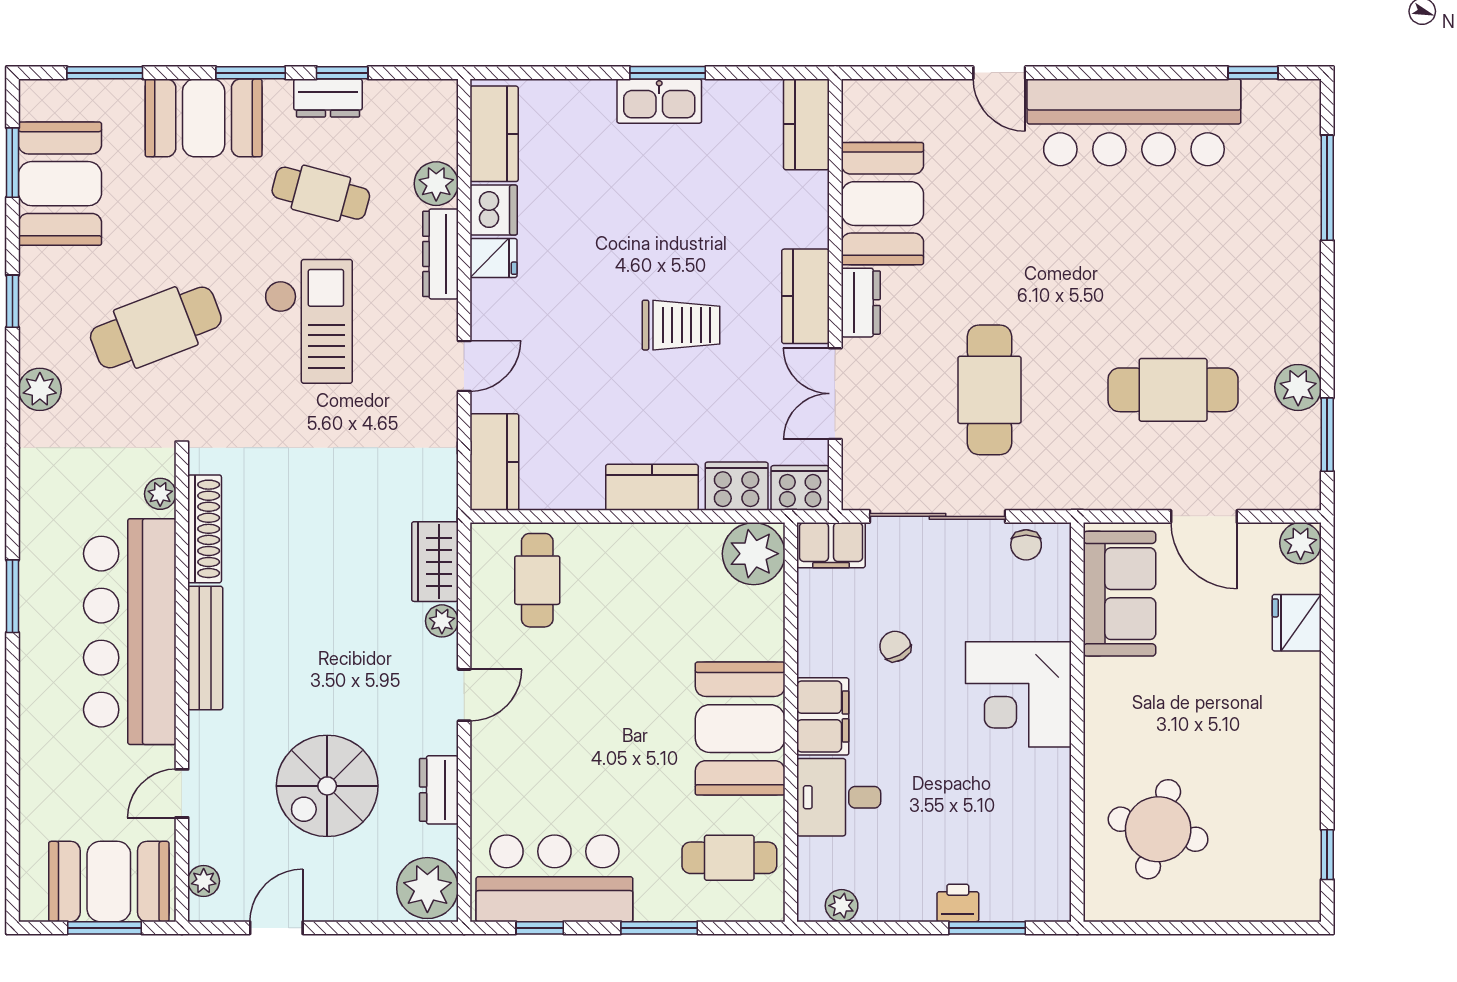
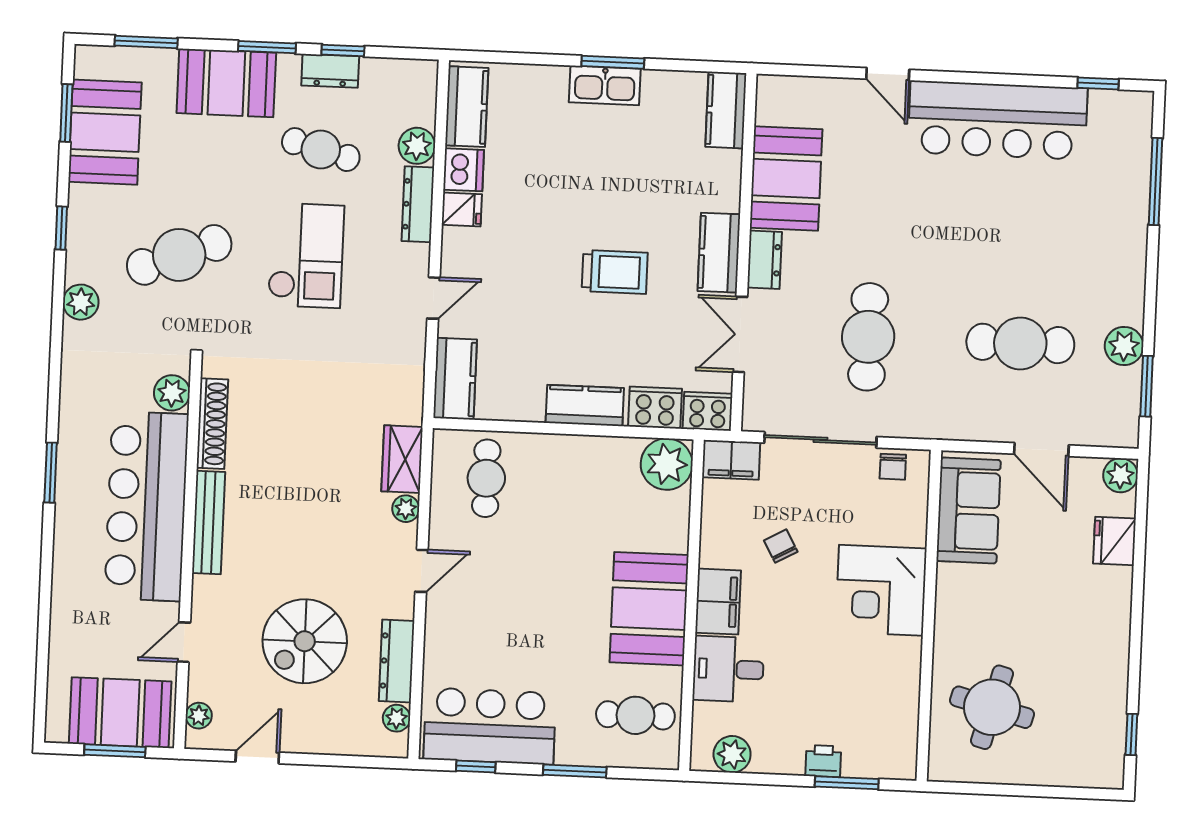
plant: (160, 494) -> (172, 393), width x1.38, depth x1.38
dresser: (439, 790) -> (397, 661), width x1.44
plant: (427, 888) -> (396, 718), width x0.53, depth x0.53
plant: (842, 906) -> (732, 754), width x1.38, depth x1.38

